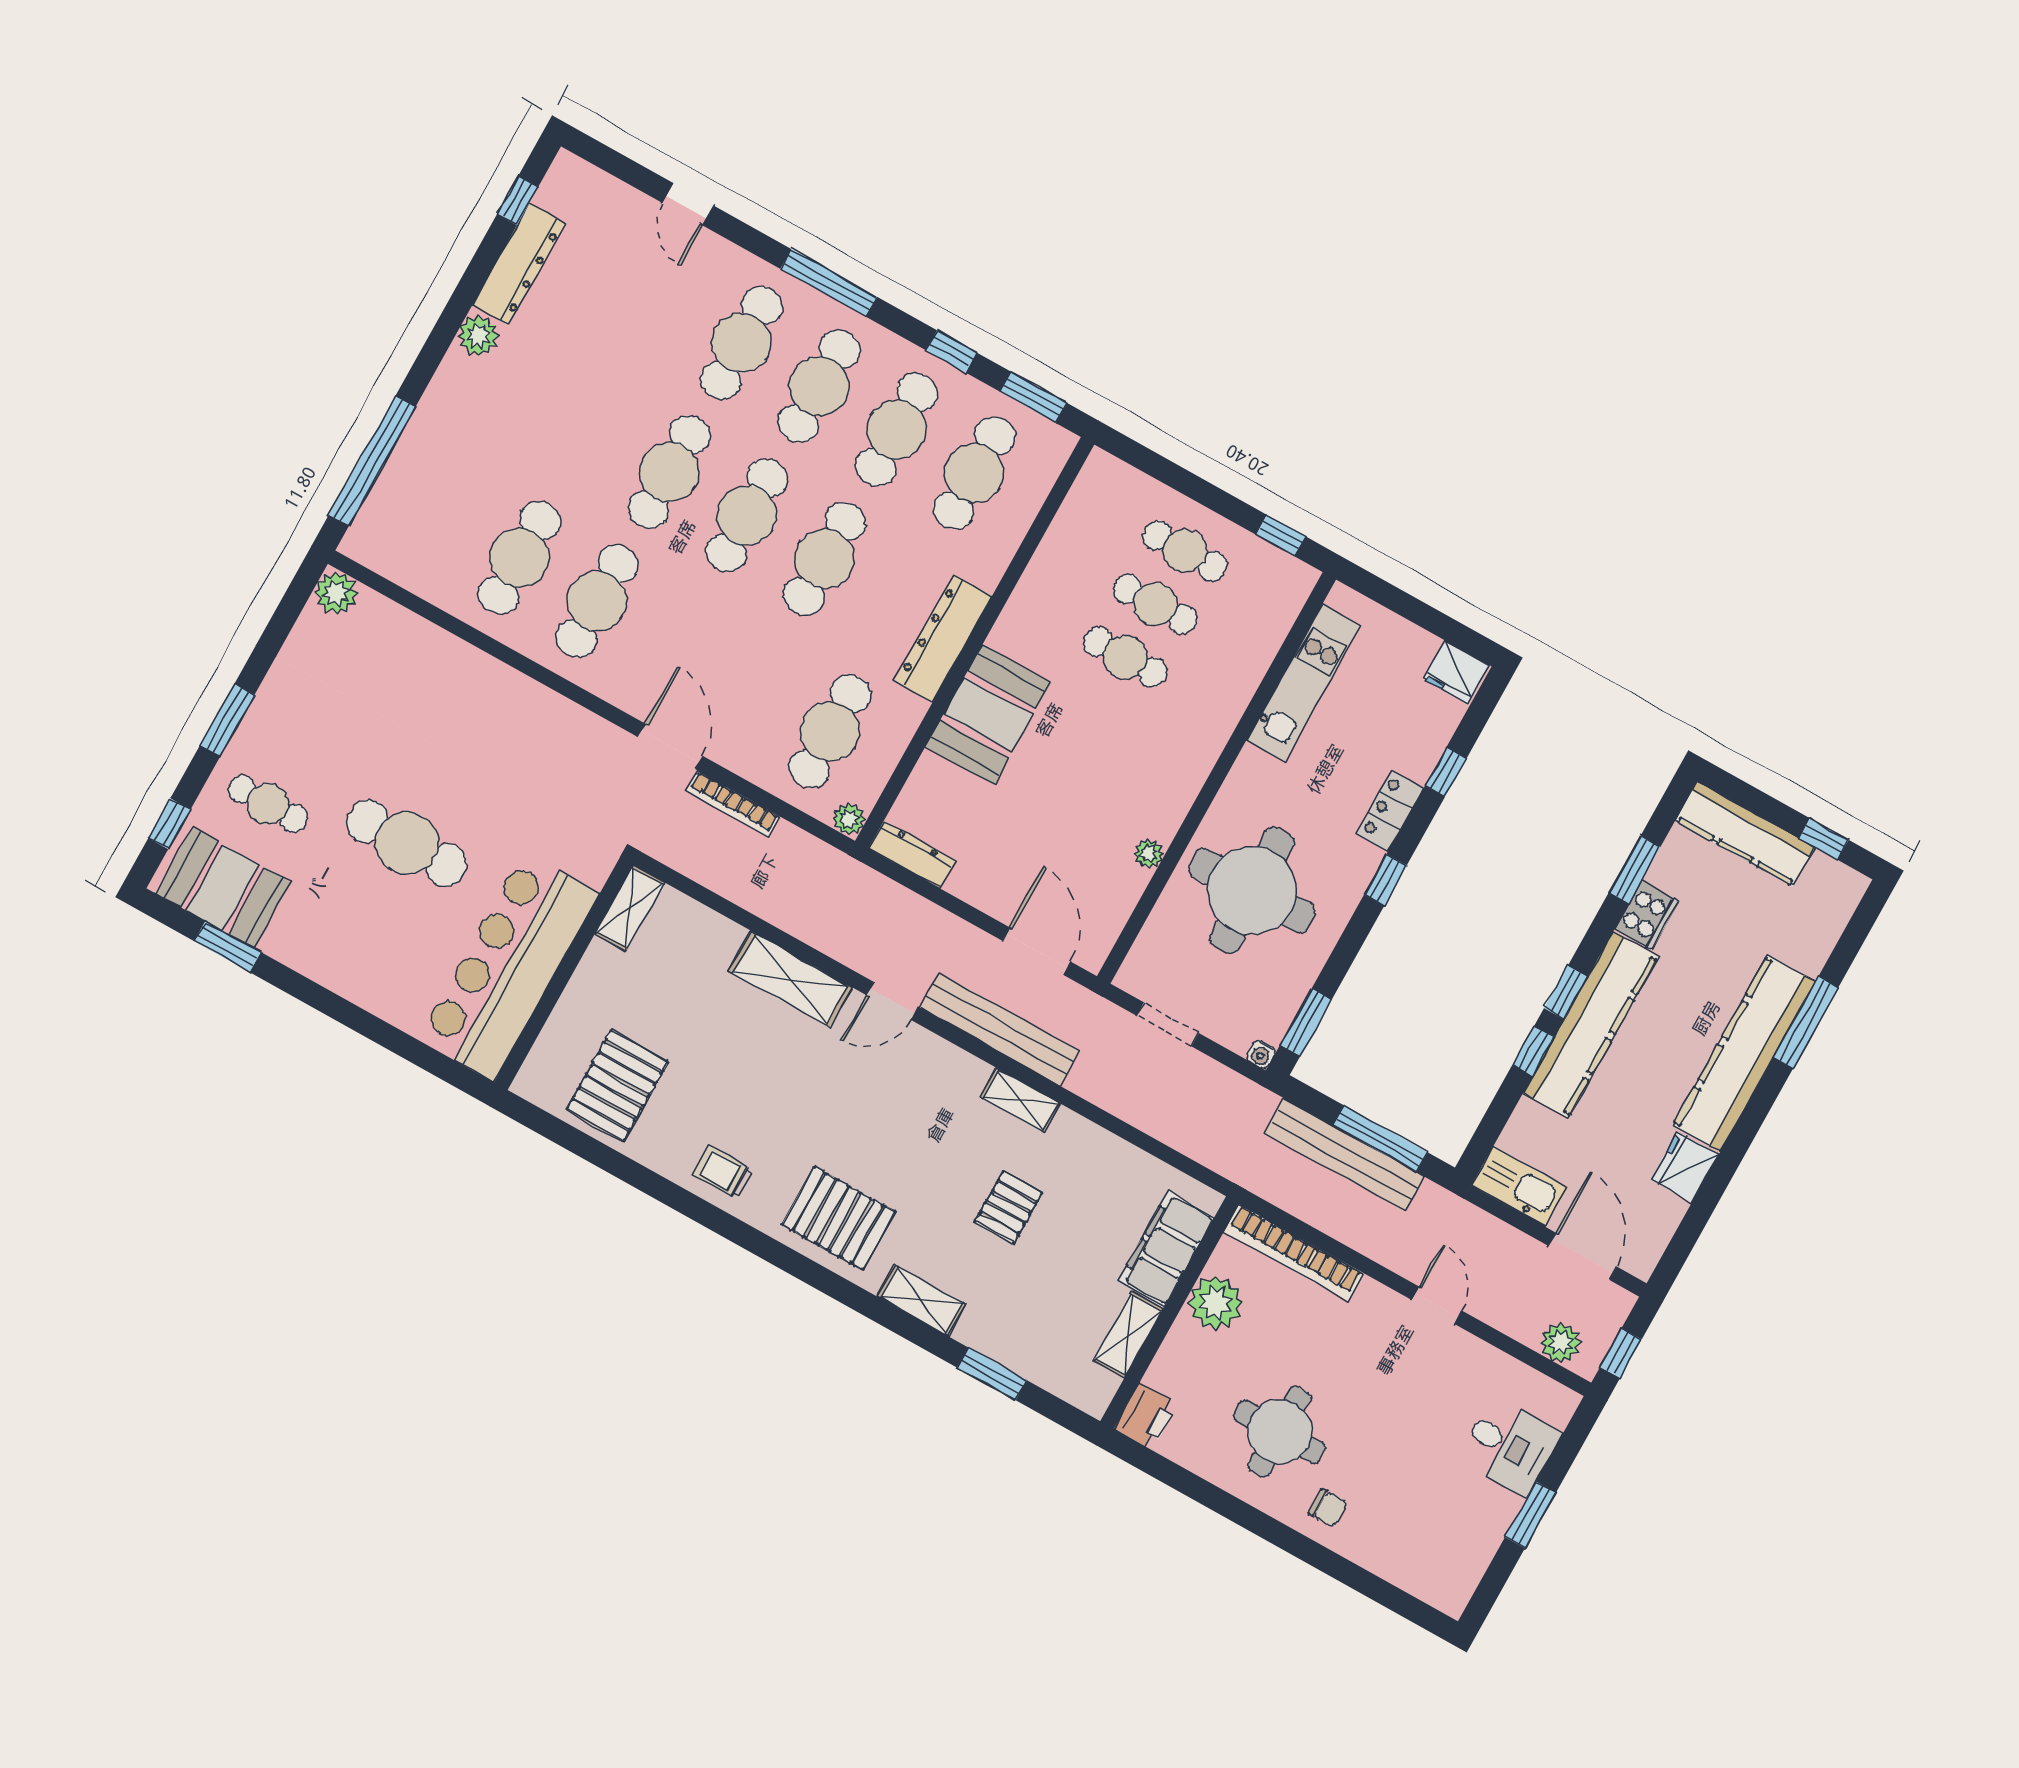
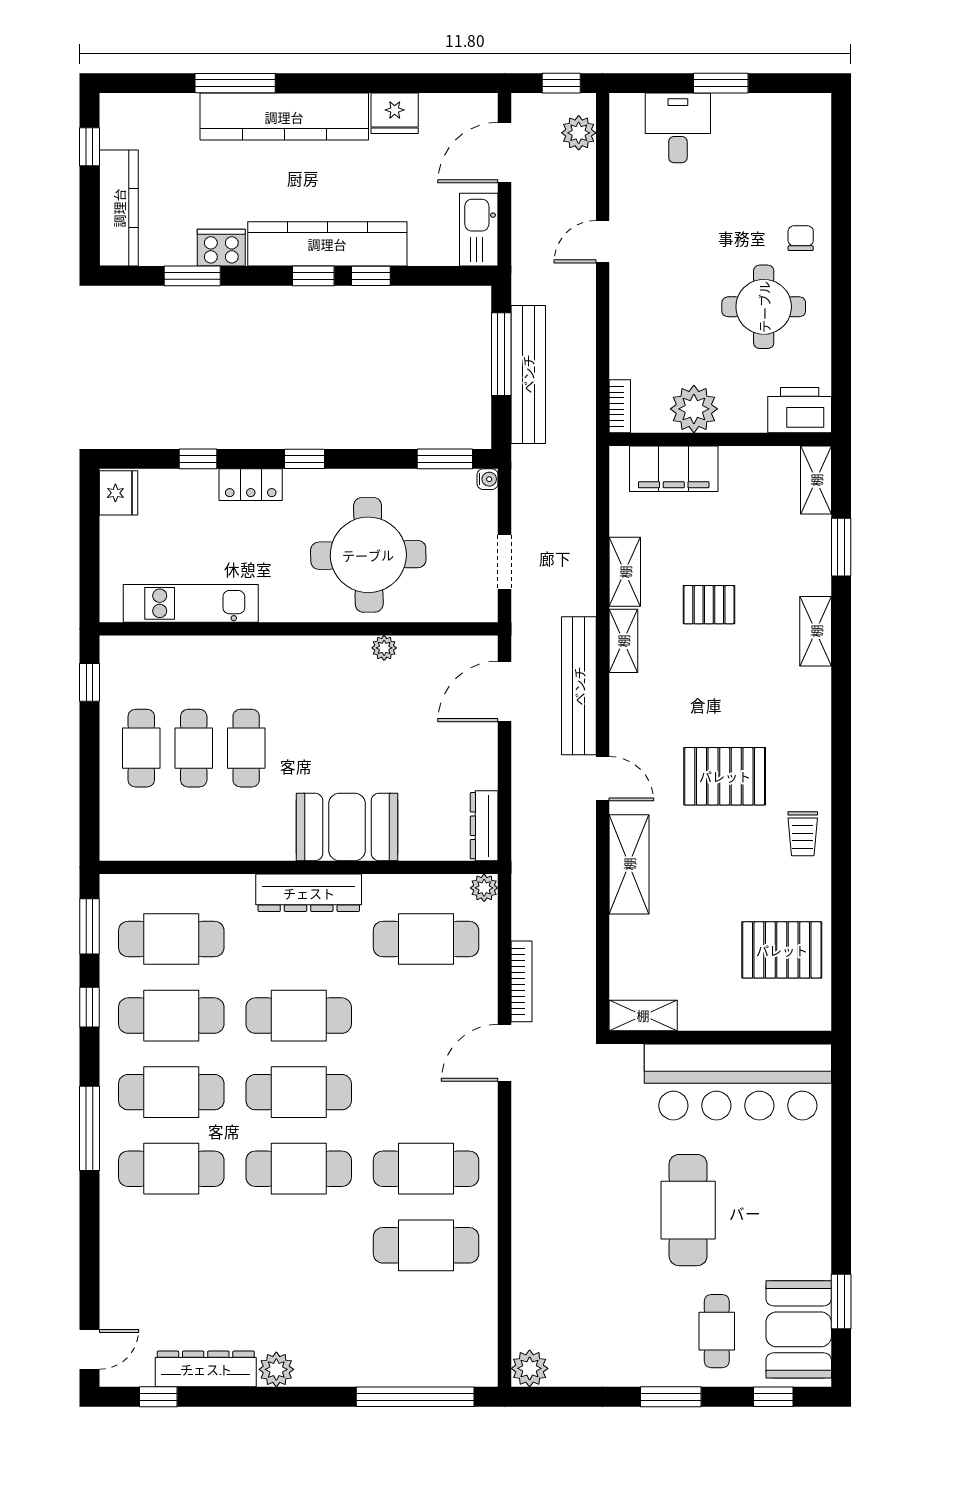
door: (688, 204) -> (90, 1349), moved
shelving: (1090, 1141) -> (625, 572), added
pallet: (838, 1218) -> (725, 776), moved, turned 90
bookcase: (1294, 1252) -> (620, 406), width x0.43, depth x0.76
shelving: (1128, 1335) -> (816, 480), moved, turned 90
printer: (1146, 1416) -> (800, 410), width x1.37, depth x1.19

